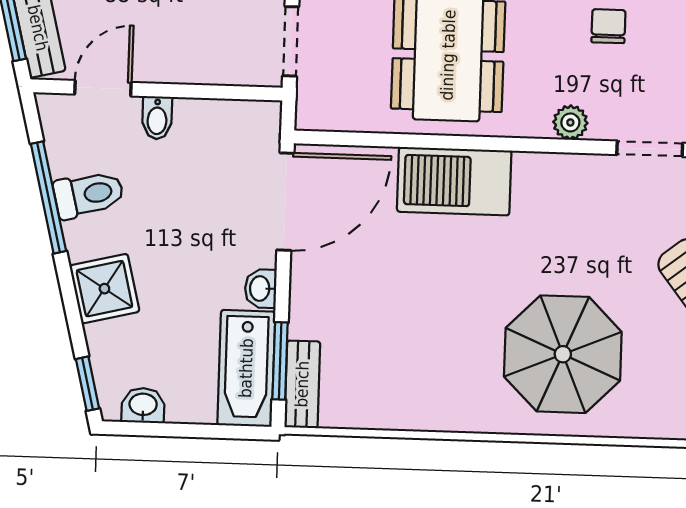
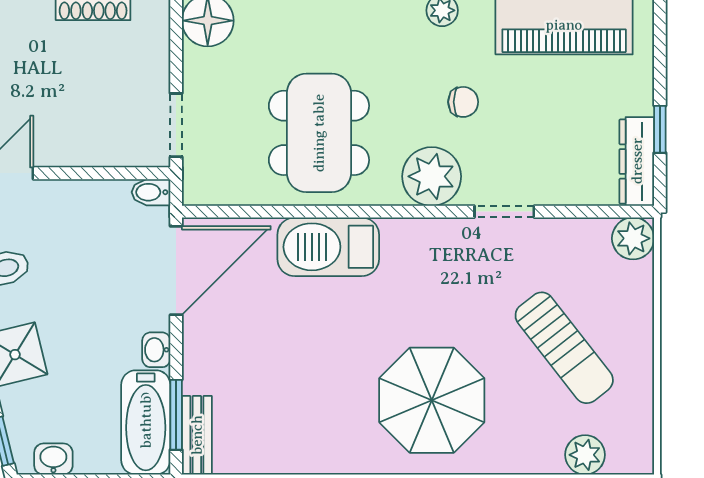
chair: (608, 26) -> (463, 102), turned 90
bidet: (157, 118) -> (151, 192), moved, turned 90
plant: (570, 122) -> (432, 176), width x1.88, depth x1.88

